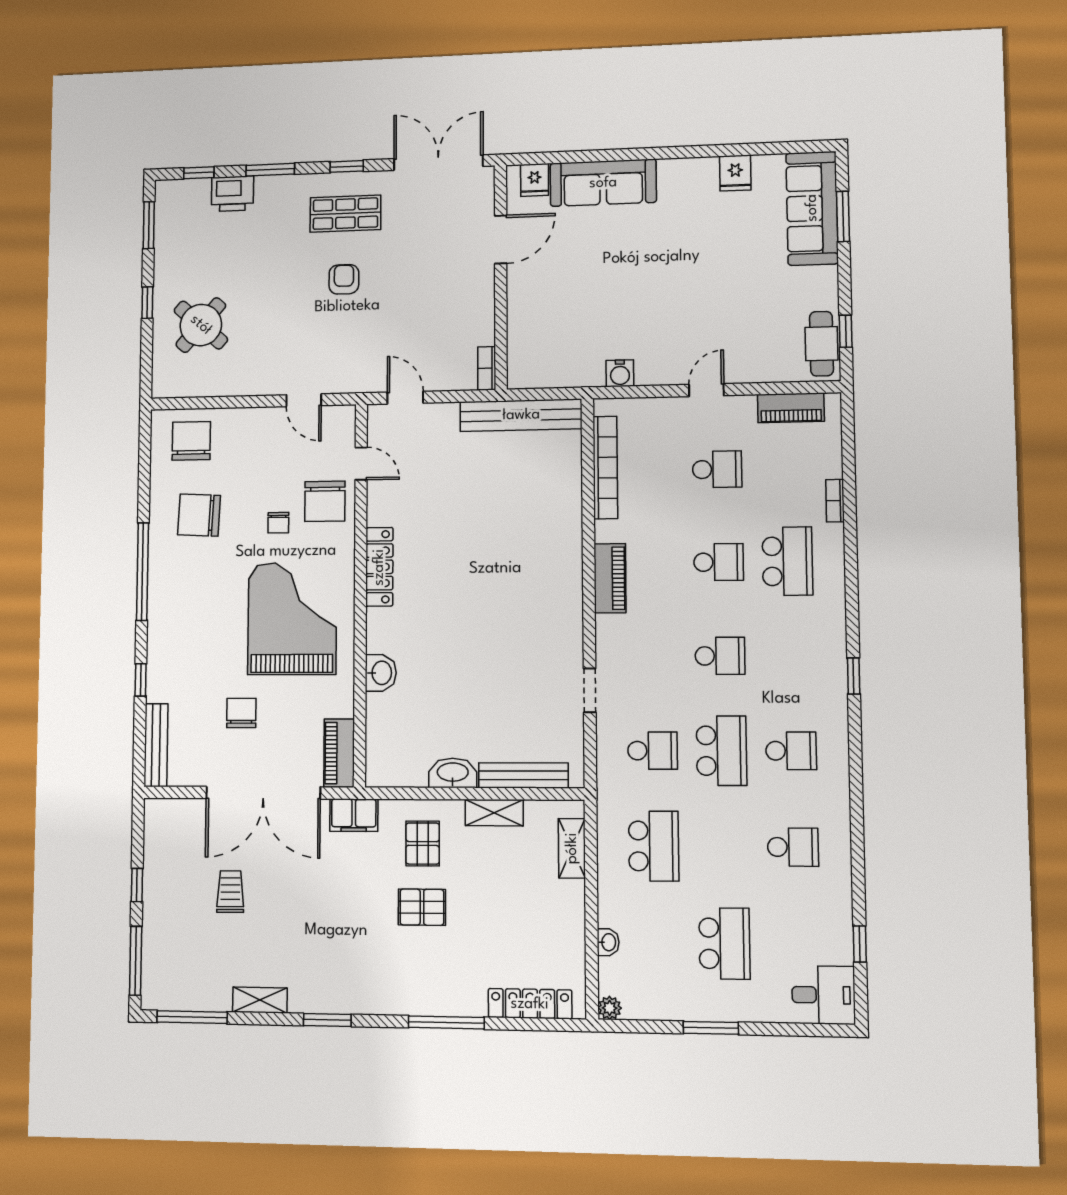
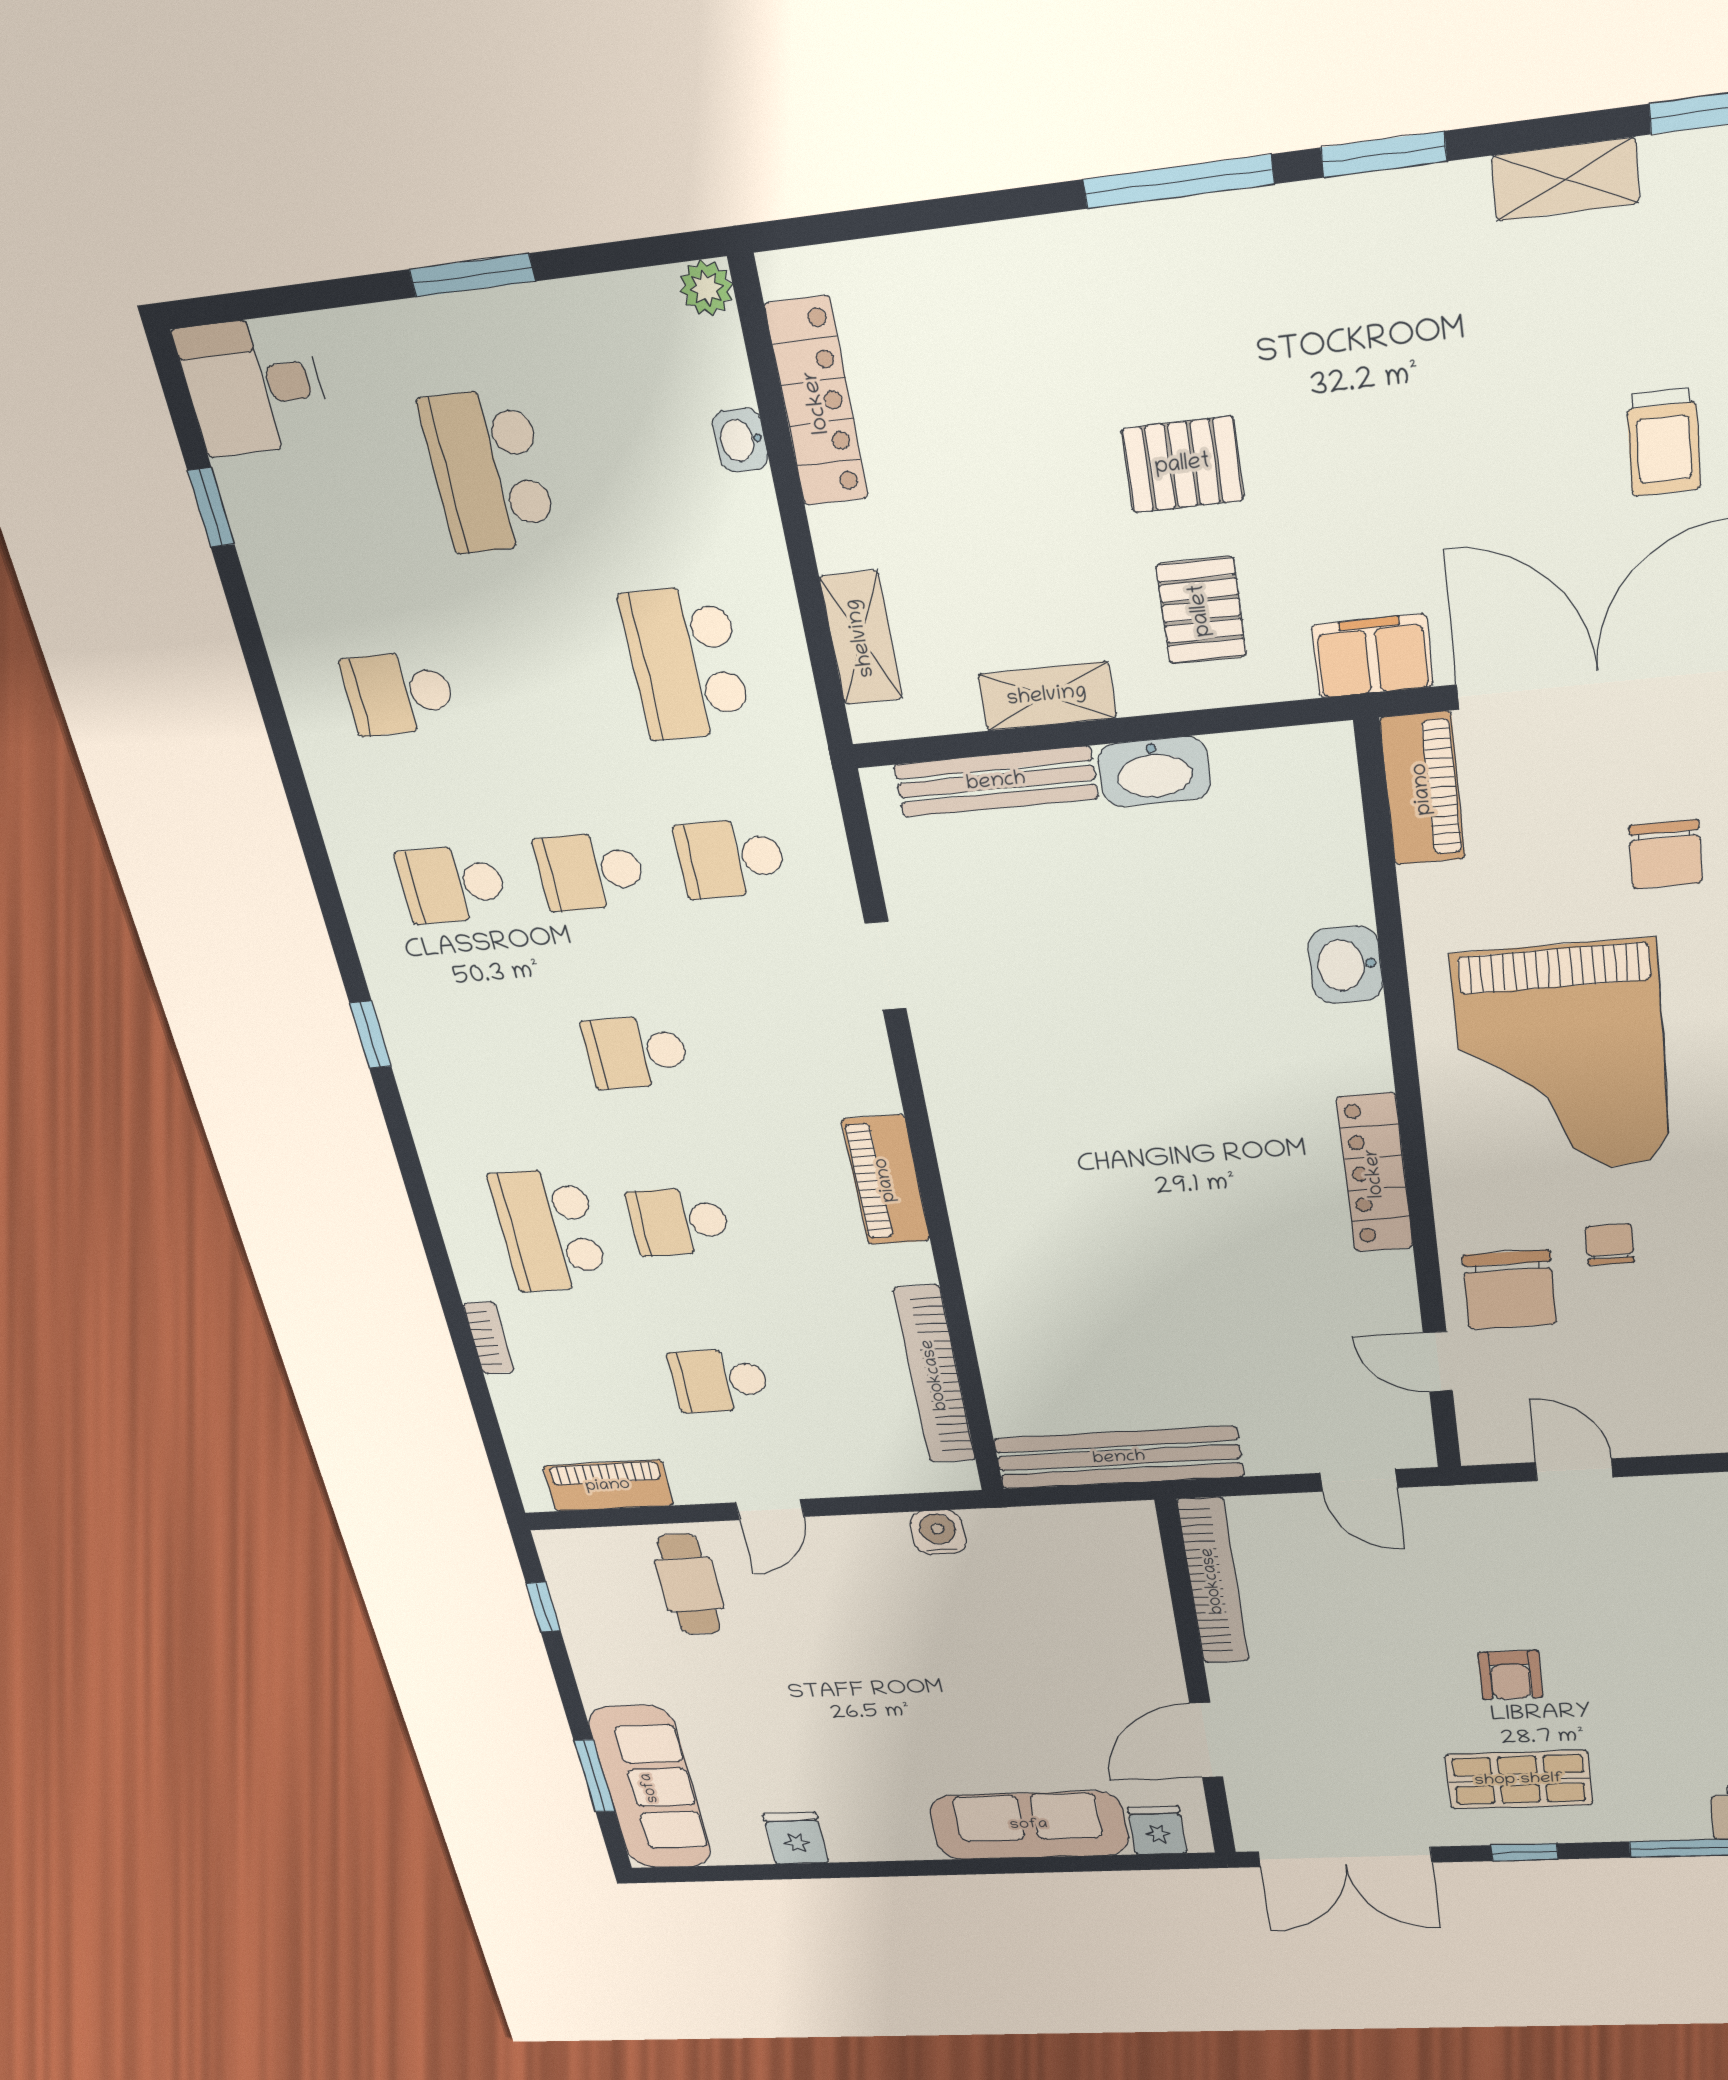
cafe table: (821, 344) -> (689, 1584), moved
bookcase: (487, 368) -> (1213, 1581), width x2.31, depth x1.31
chair: (325, 501) -> (1509, 1290), turned 180
school desk: (721, 751) -> (590, 871), width x0.54
locker: (530, 1004) -> (817, 402), moved, turned -90
window: (446, 1022) -> (1178, 182), moved

